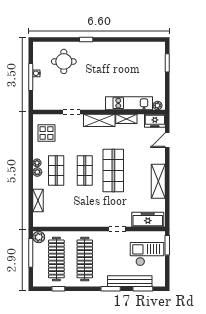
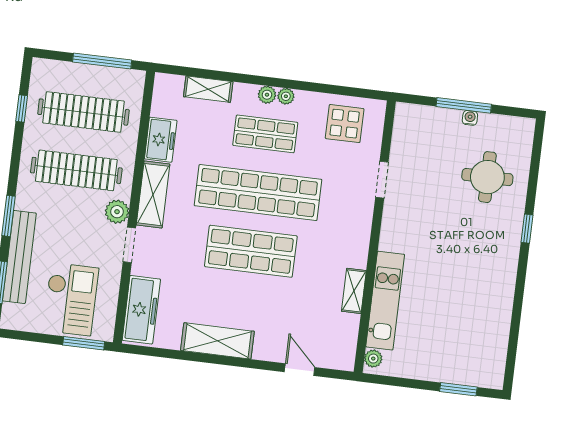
shelving: (99, 120) -> (153, 195), moved
freezer: (155, 121) -> (161, 140), moved, turned 180
shop shelf: (85, 171) -> (258, 193), width x2.00, depth x1.36
plant: (39, 237) -> (117, 212), moved

